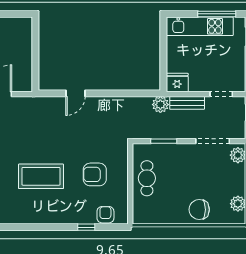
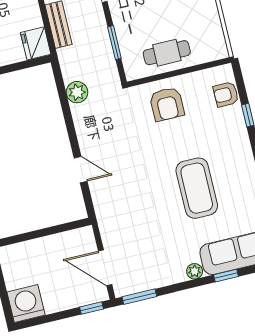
plant: (160, 105) -> (77, 92), moved
armchair: (95, 174) -> (167, 104), moved

